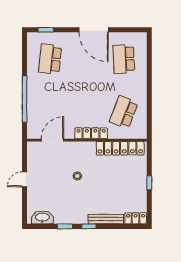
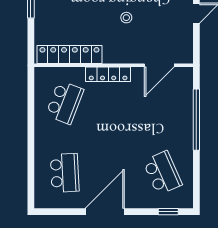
door: (94, 30) -> (105, 212), hinge flipped
school desk: (50, 59) -> (162, 173), turned -30

